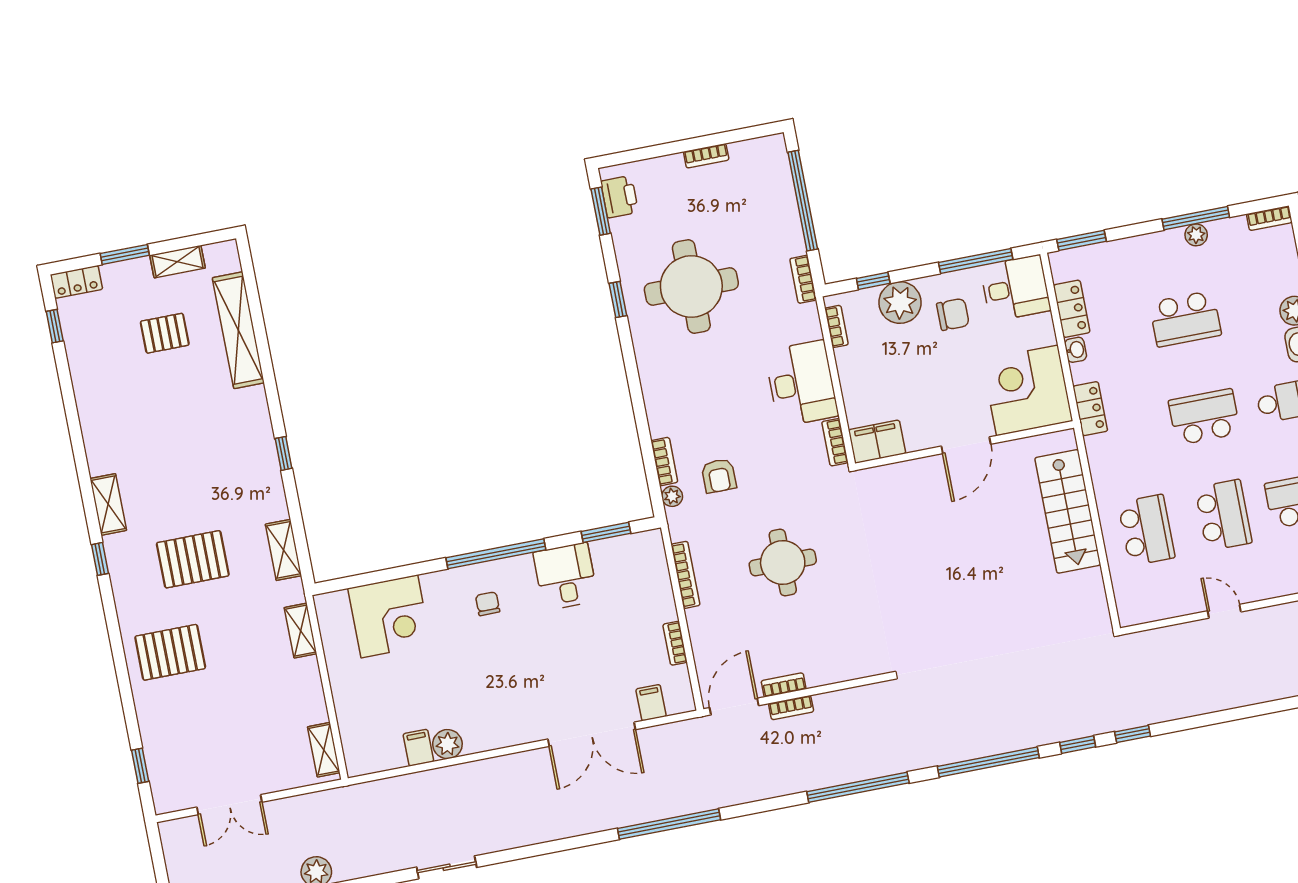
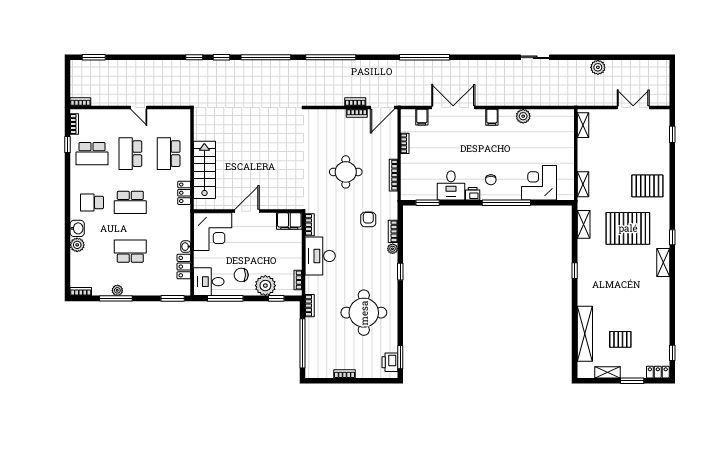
window: (618, 299) -> (400, 272), moved
locker: (1090, 409) -> (184, 193), moved
plant: (672, 496) -> (393, 249), moved
window: (496, 554) -> (506, 203), moved
pallet: (193, 559) -> (628, 228), width x1.37, depth x1.41
printer: (519, 568) -> (473, 194), added
filing cabinet: (418, 748) -> (492, 117), moved

